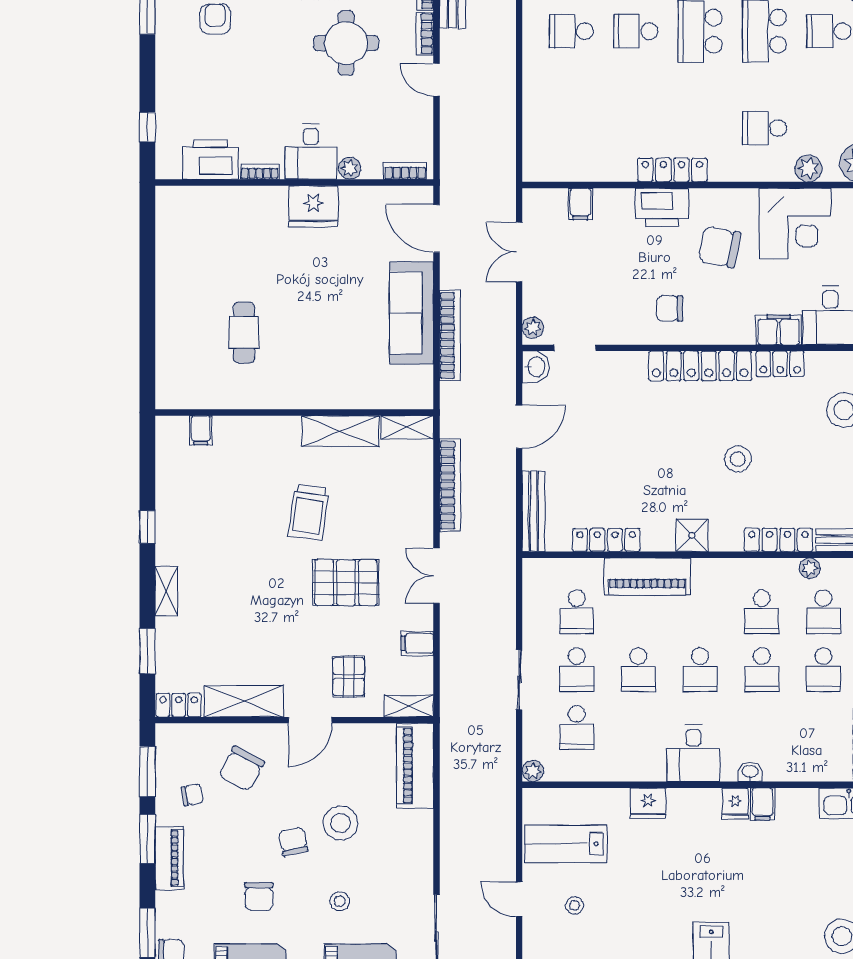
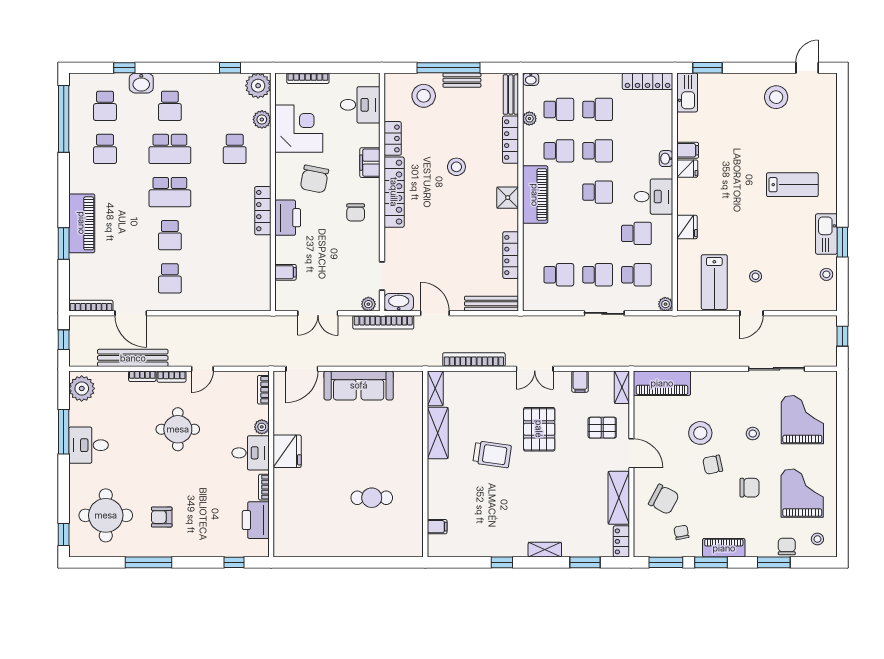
filing cabinet: (779, 330) -> (370, 163), moved
bookcase: (450, 336) -> (383, 322), moved, turned 180
washbasin: (536, 367) -> (399, 302), width x1.38
piano: (647, 576) -> (535, 195), moved
school desk: (638, 670) -> (636, 233), moved

